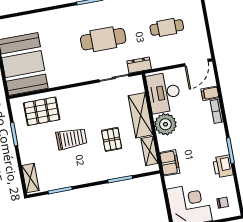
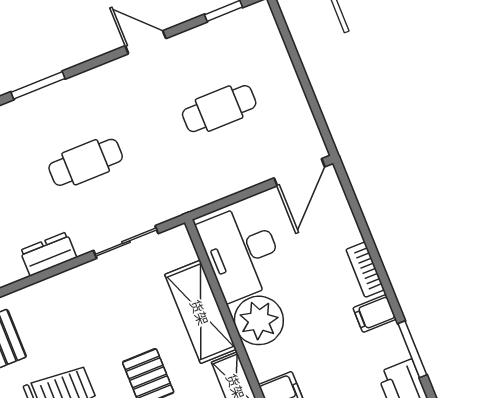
cafe table: (103, 39) -> (86, 162), width x0.73, depth x0.74
dresser: (139, 65) -> (48, 254), moved
filing cabinet: (210, 93) -> (375, 313), moved

